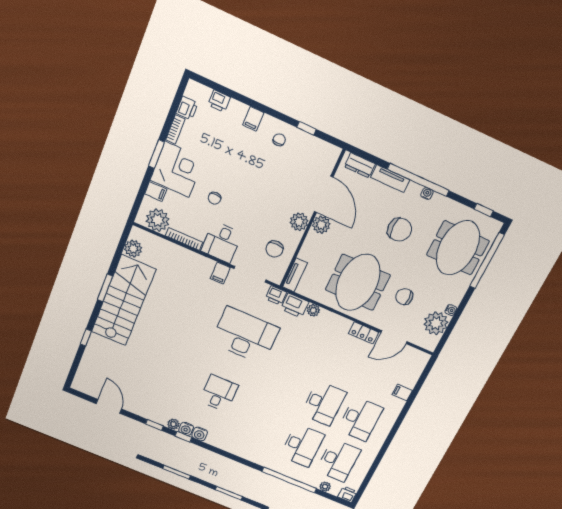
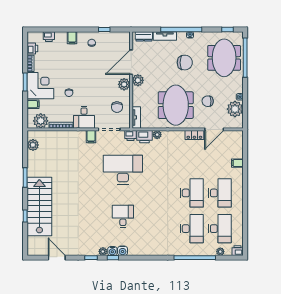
door: (324, 194) -> (131, 62), swing flipped
stairs: (123, 301) -> (39, 207), moved

